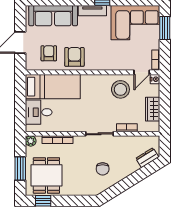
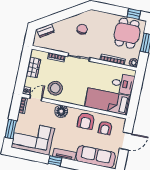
floor lamp: (107, 63) -> (61, 111), added

